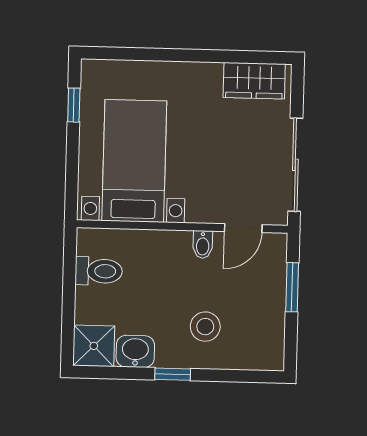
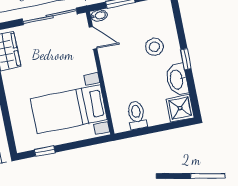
bidet: (203, 244) -> (99, 16), moved
washbasin: (135, 351) -> (177, 79), width x1.38

